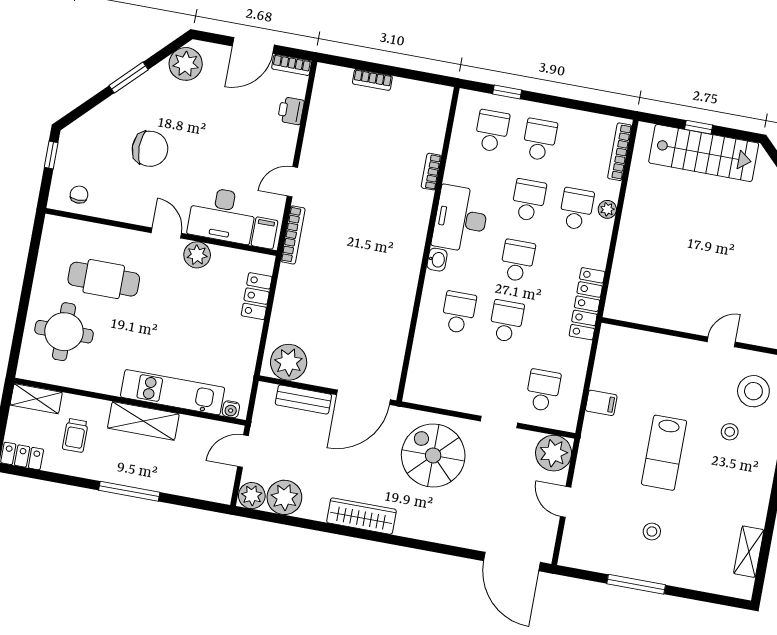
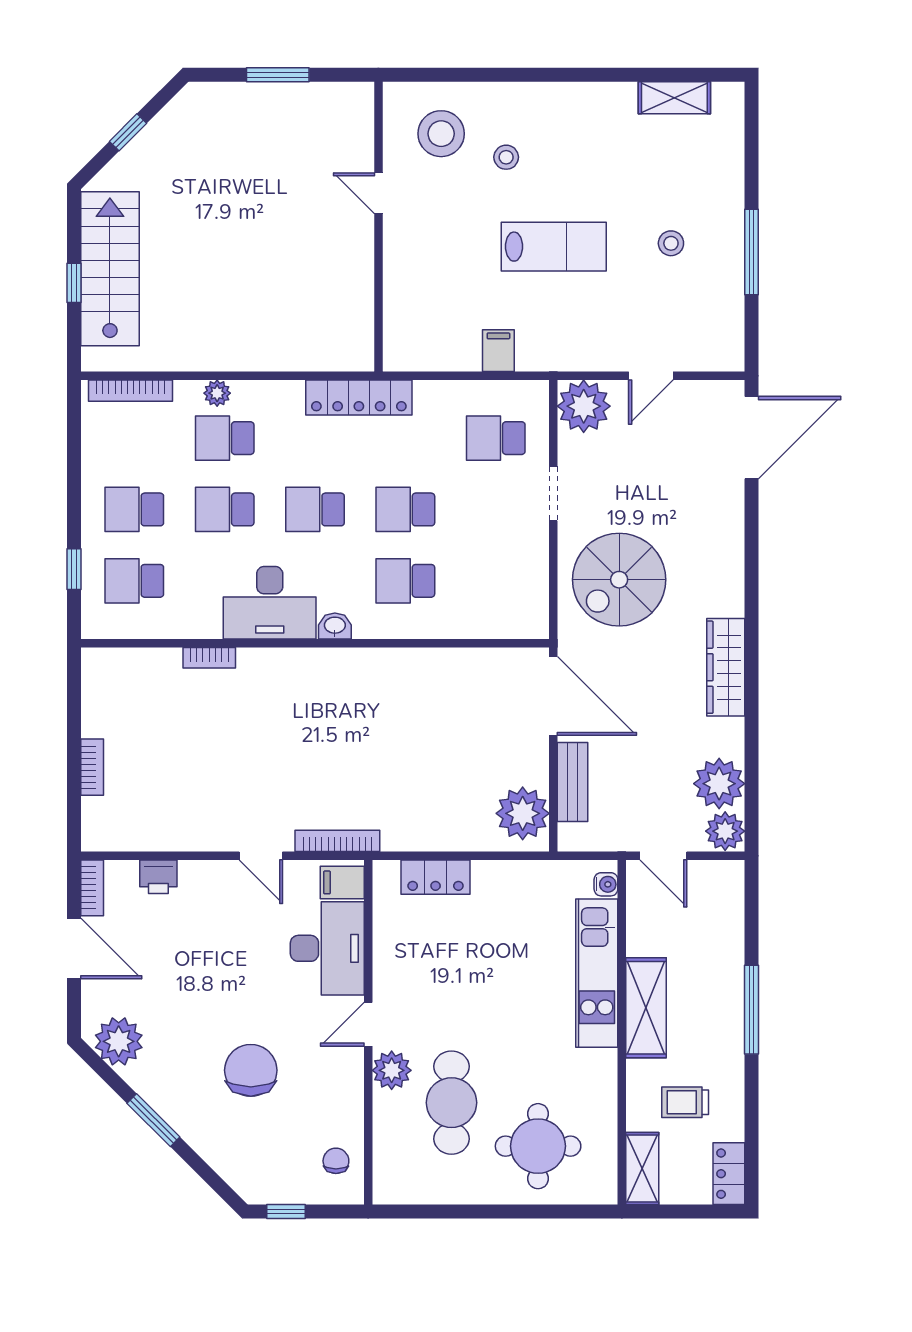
chair: (79, 195) -> (336, 1161), turned 90
plant: (197, 255) -> (392, 1070), moved
trolley: (75, 435) -> (685, 1102), turned 180

